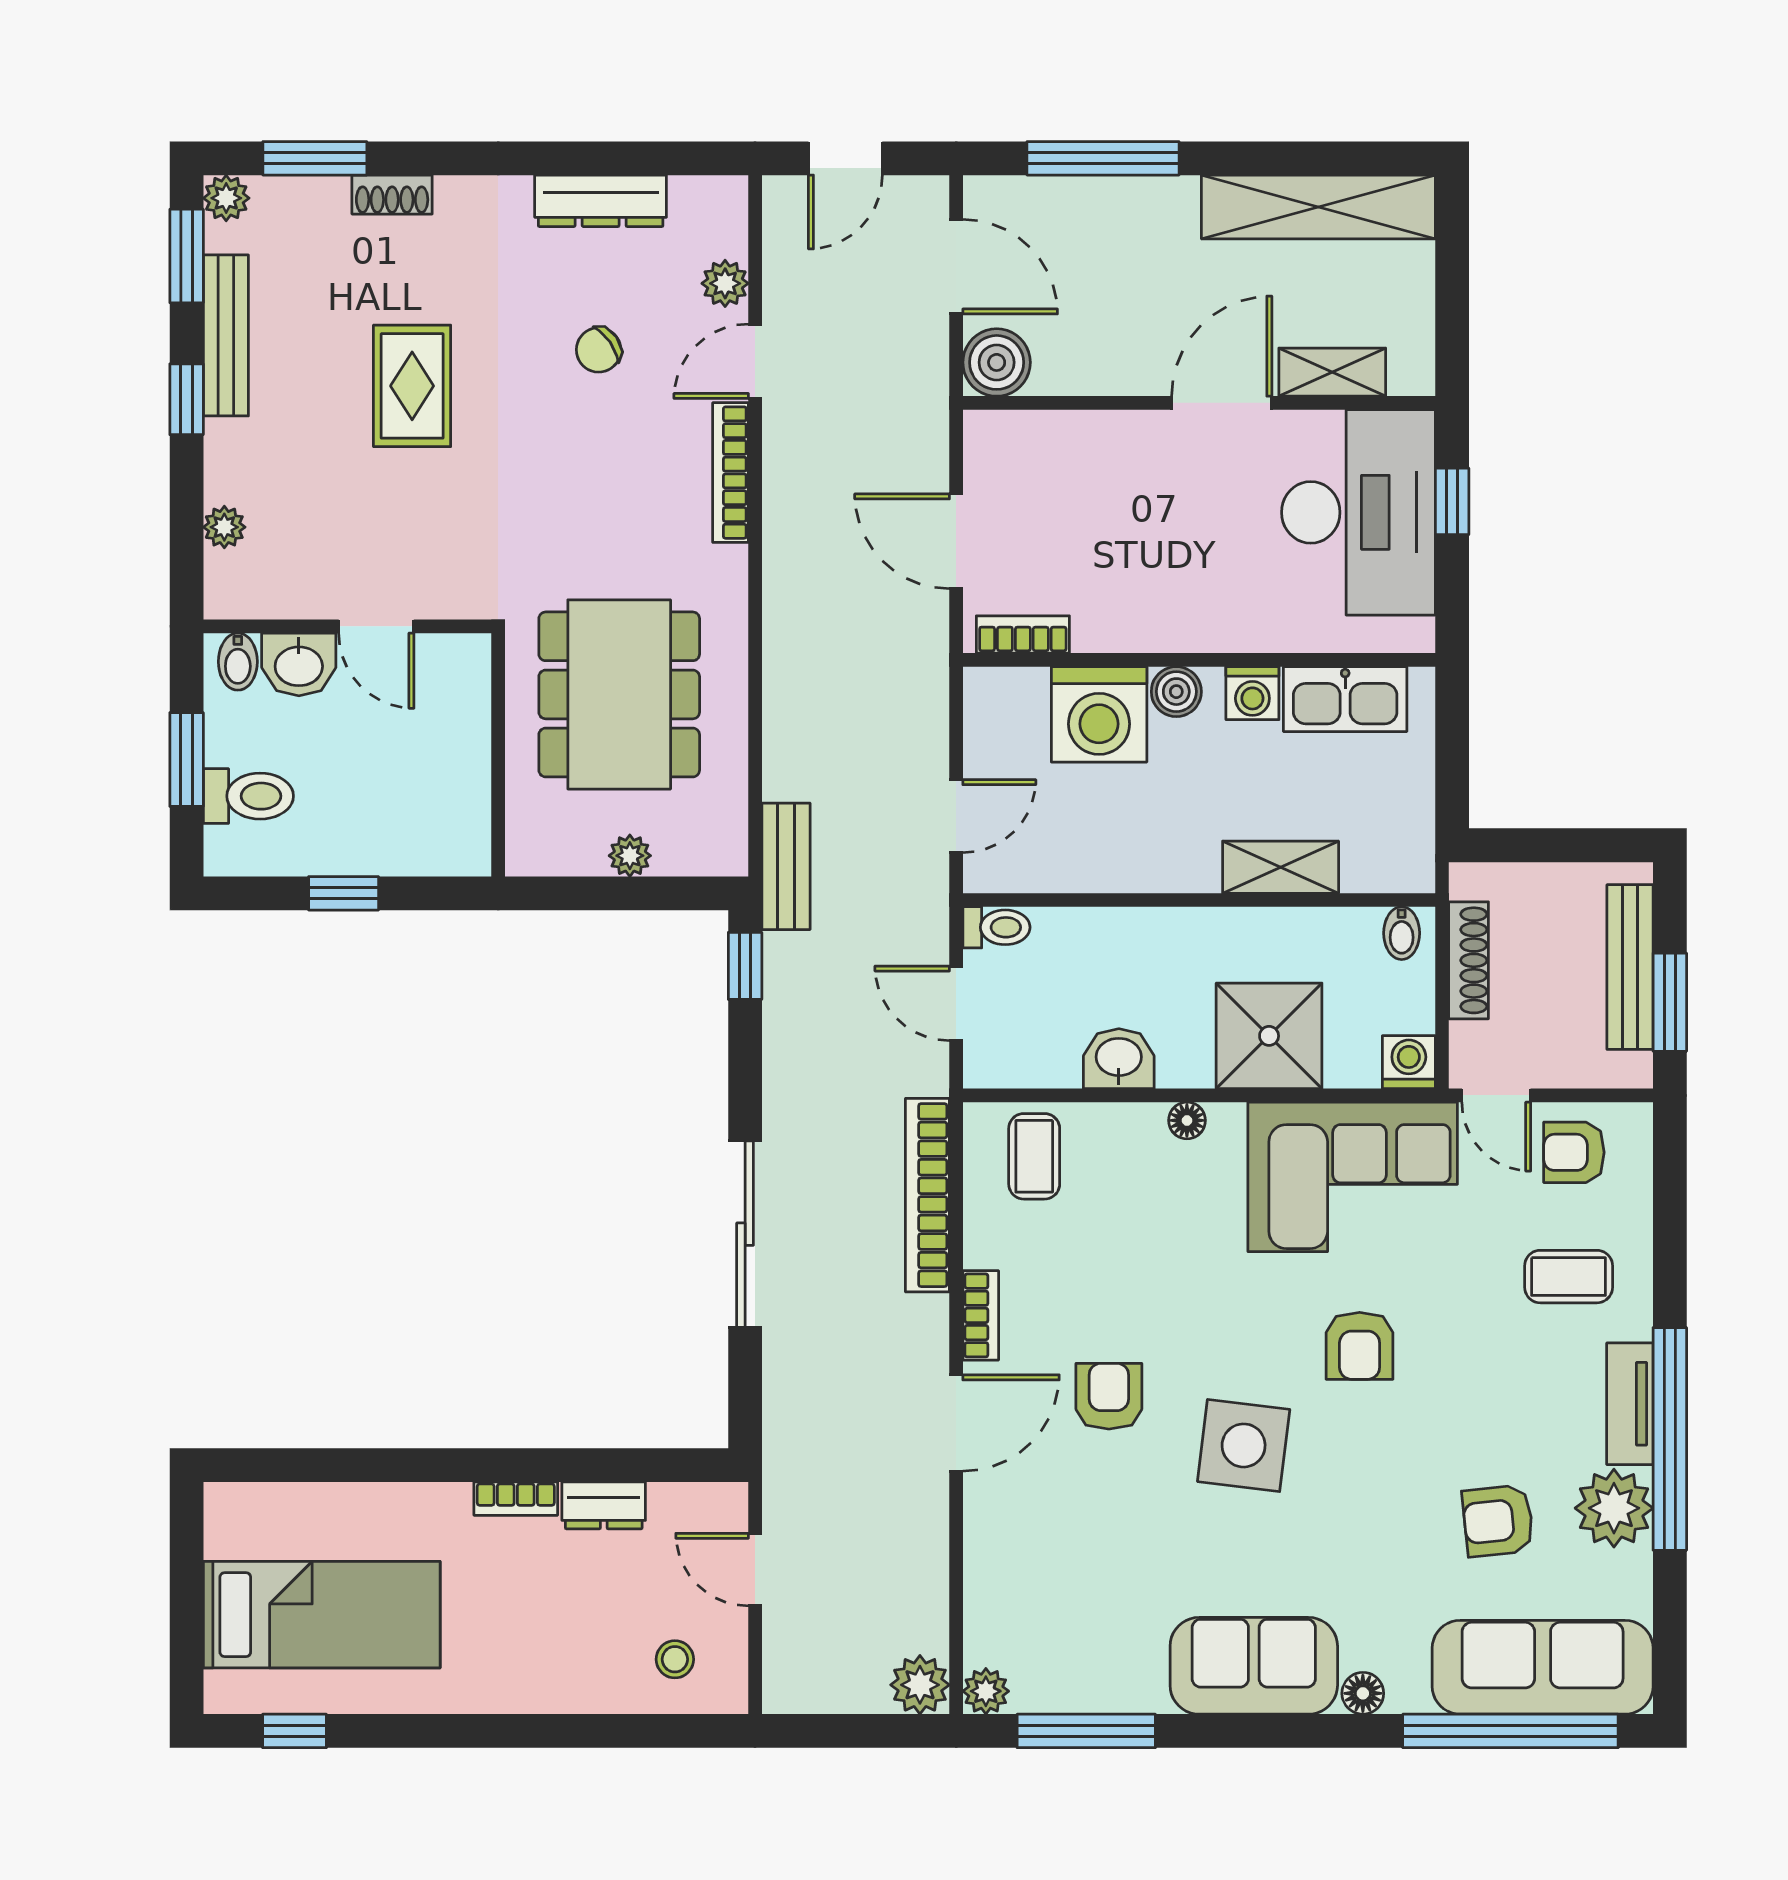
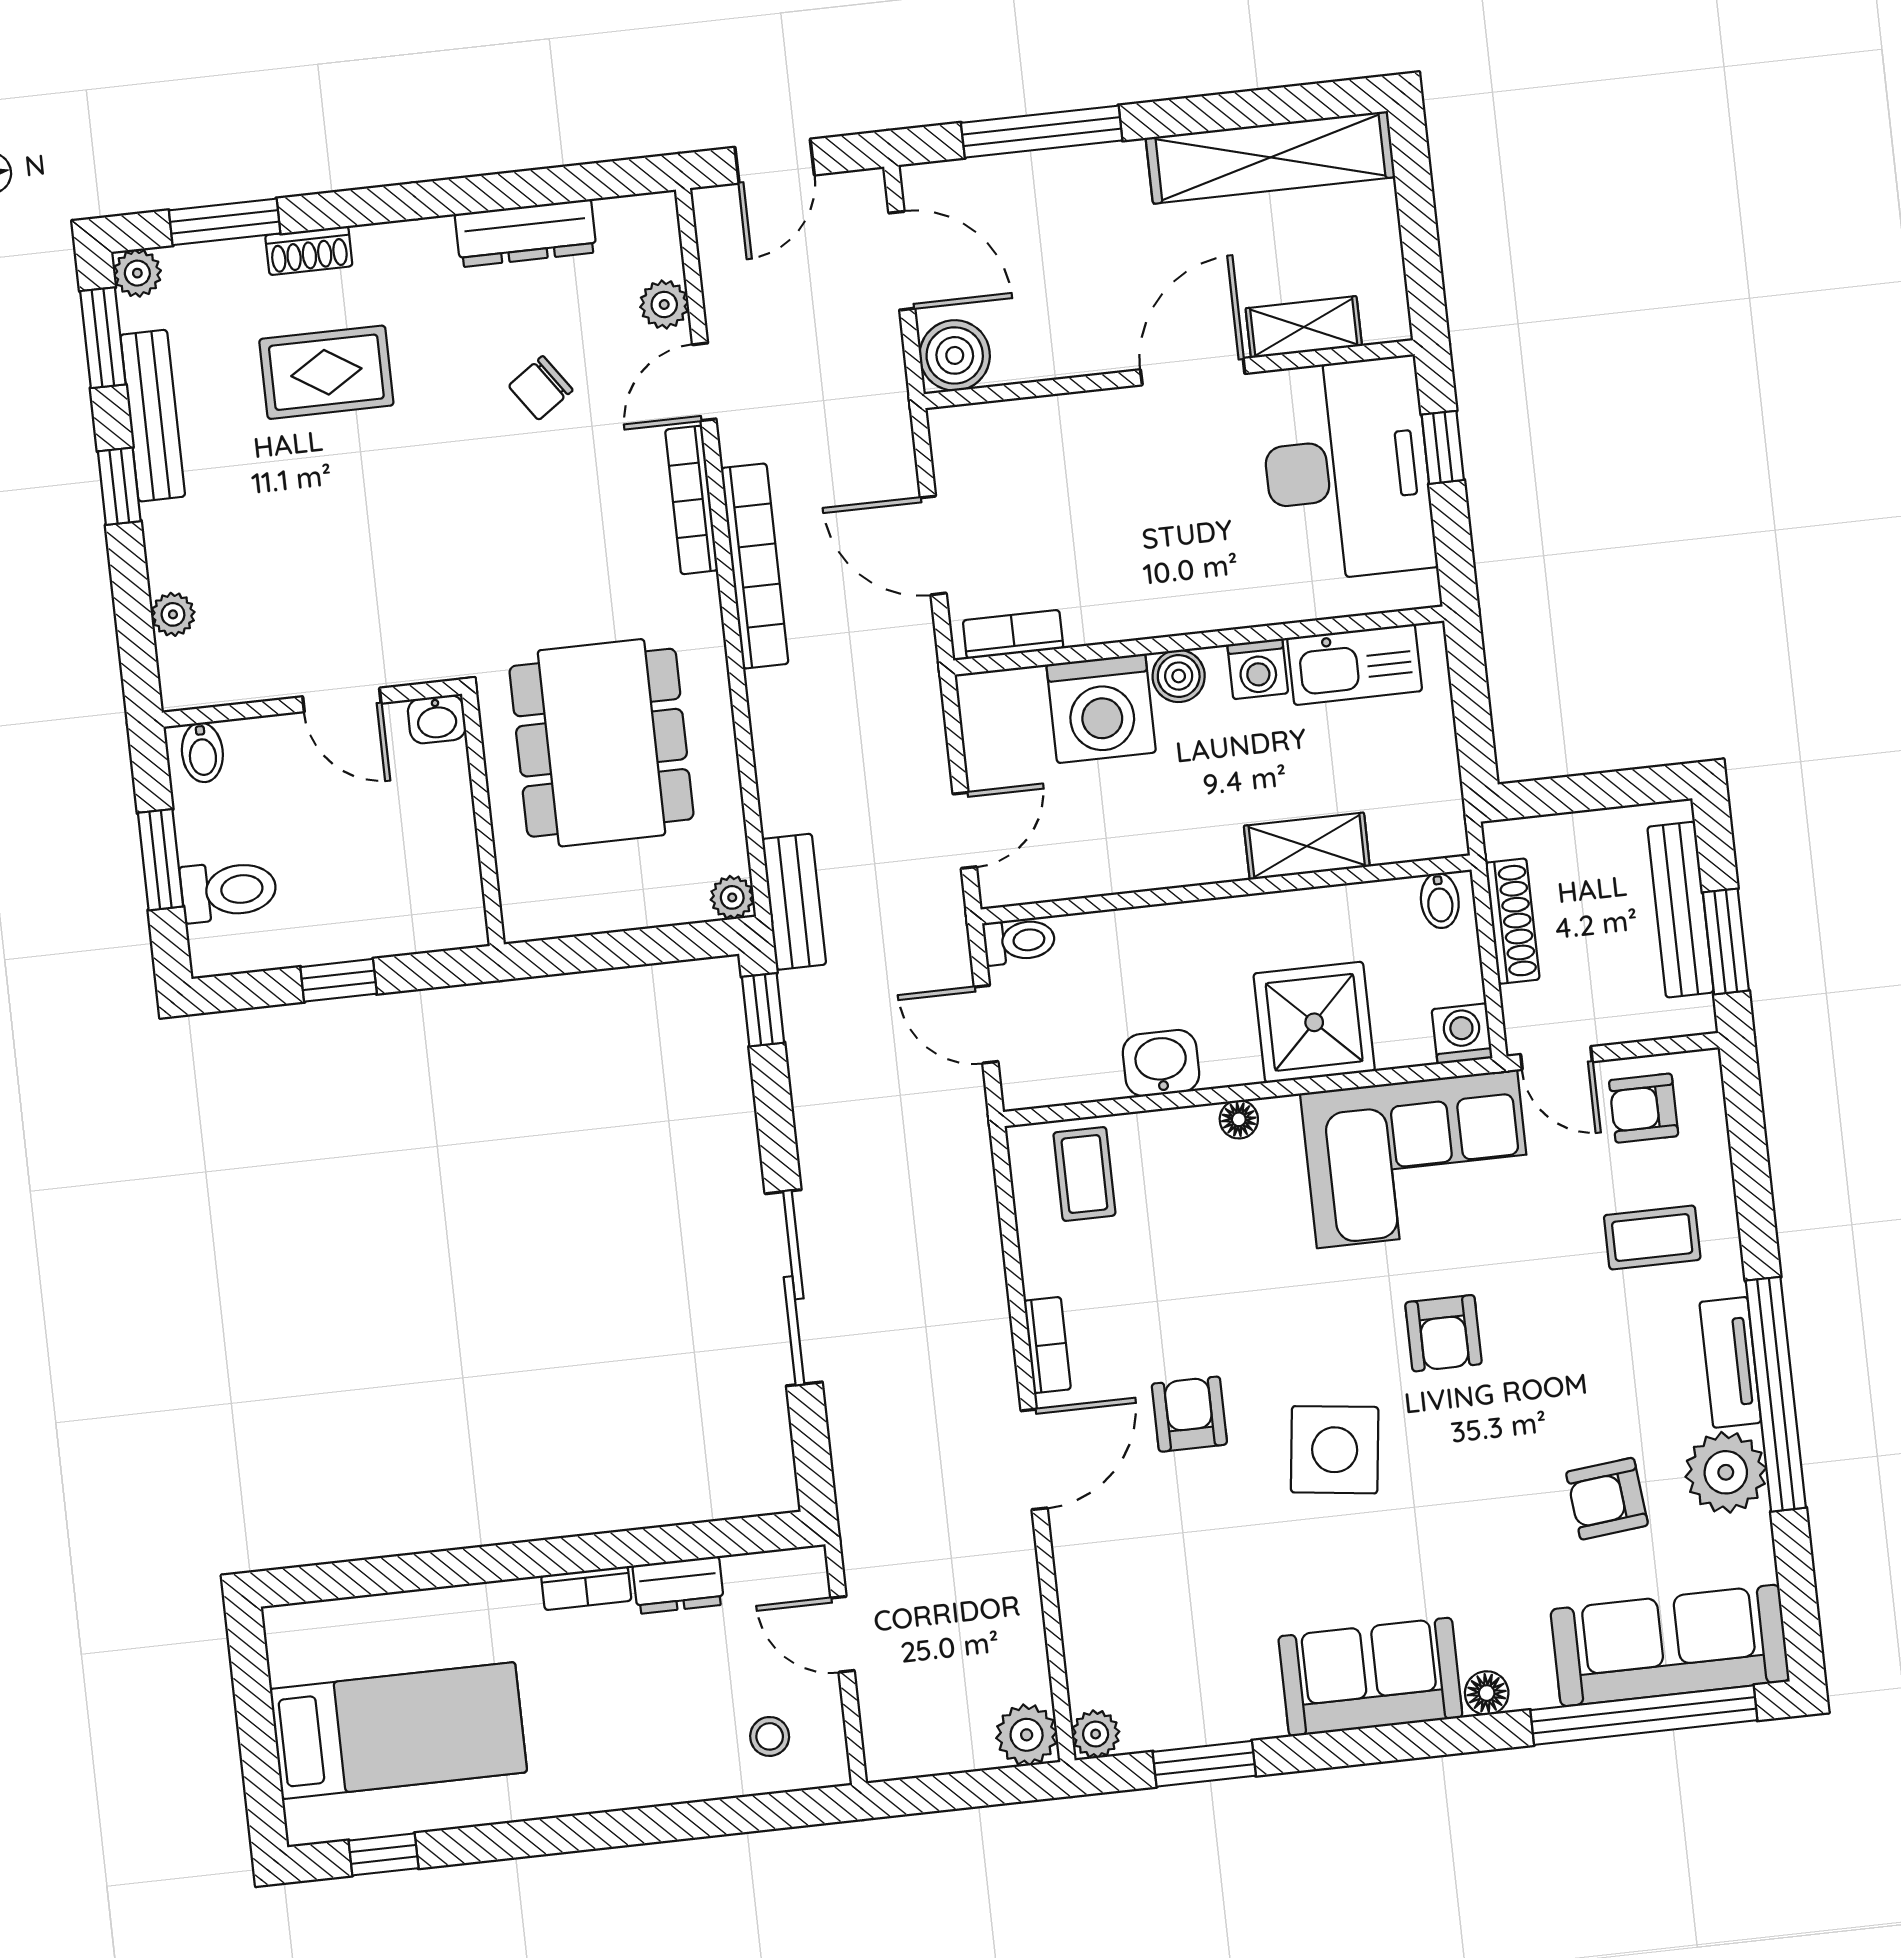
rug: (412, 386) -> (326, 372), moved, turned 90
washbasin: (299, 664) -> (437, 719), moved, width x0.72, depth x0.69
plant: (630, 856) -> (732, 897), moved
bookcase: (927, 1195) -> (755, 566), moved, turned 180
window: (1086, 1731) -> (1204, 1764), width x0.69

